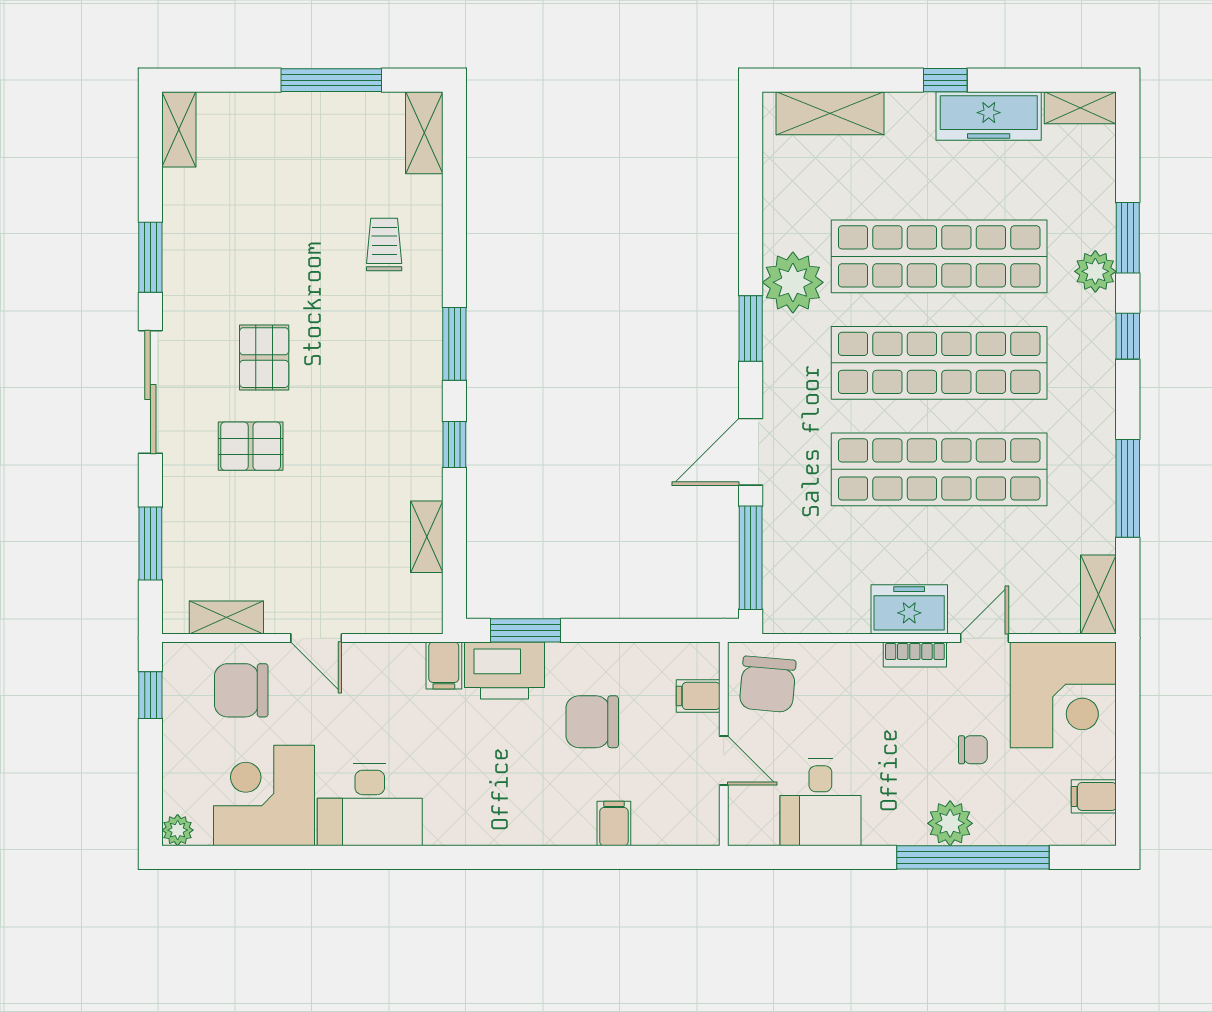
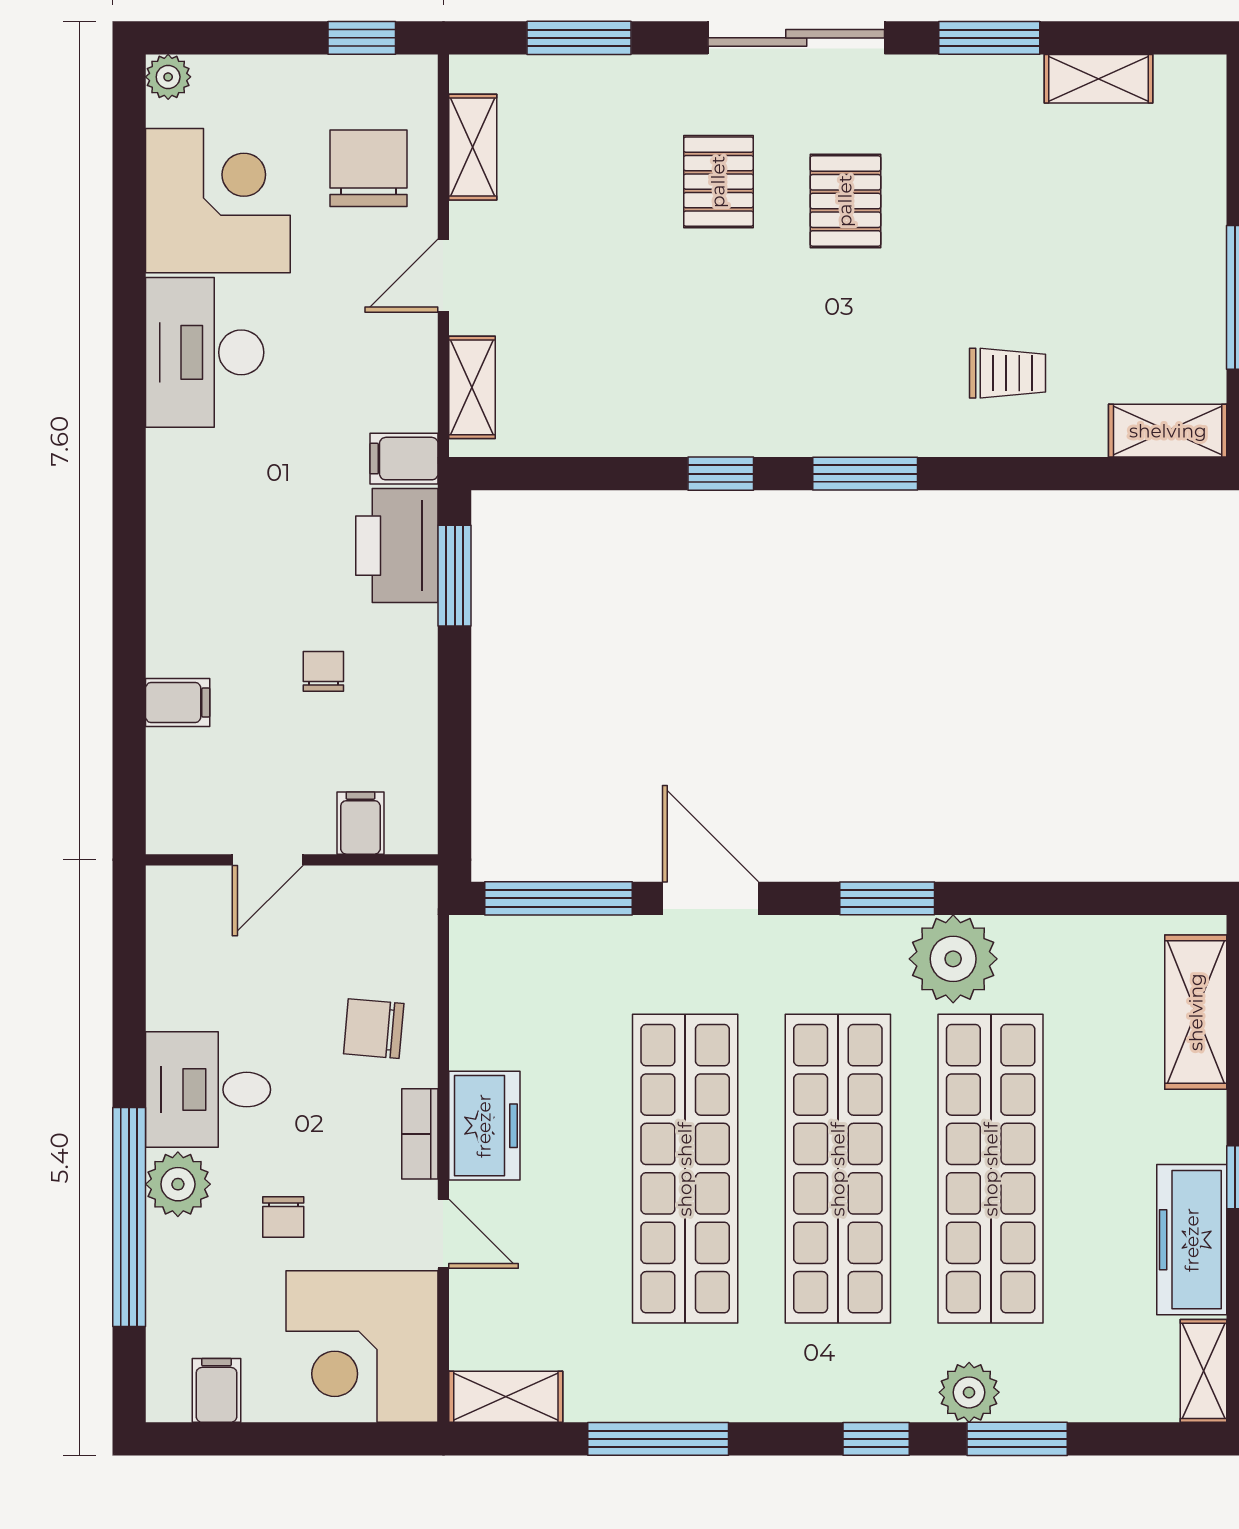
shelving: (179, 129) -> (1099, 79), moved
pallet: (264, 358) -> (845, 201), turned 90
shelving: (427, 537) -> (472, 387), moved, turned 90
chair: (768, 684) -> (374, 1029), moved, width x0.73, depth x0.73
chair: (592, 722) -> (323, 671), width x0.54, depth x0.54
desk: (820, 802) -> (208, 1090), moved

